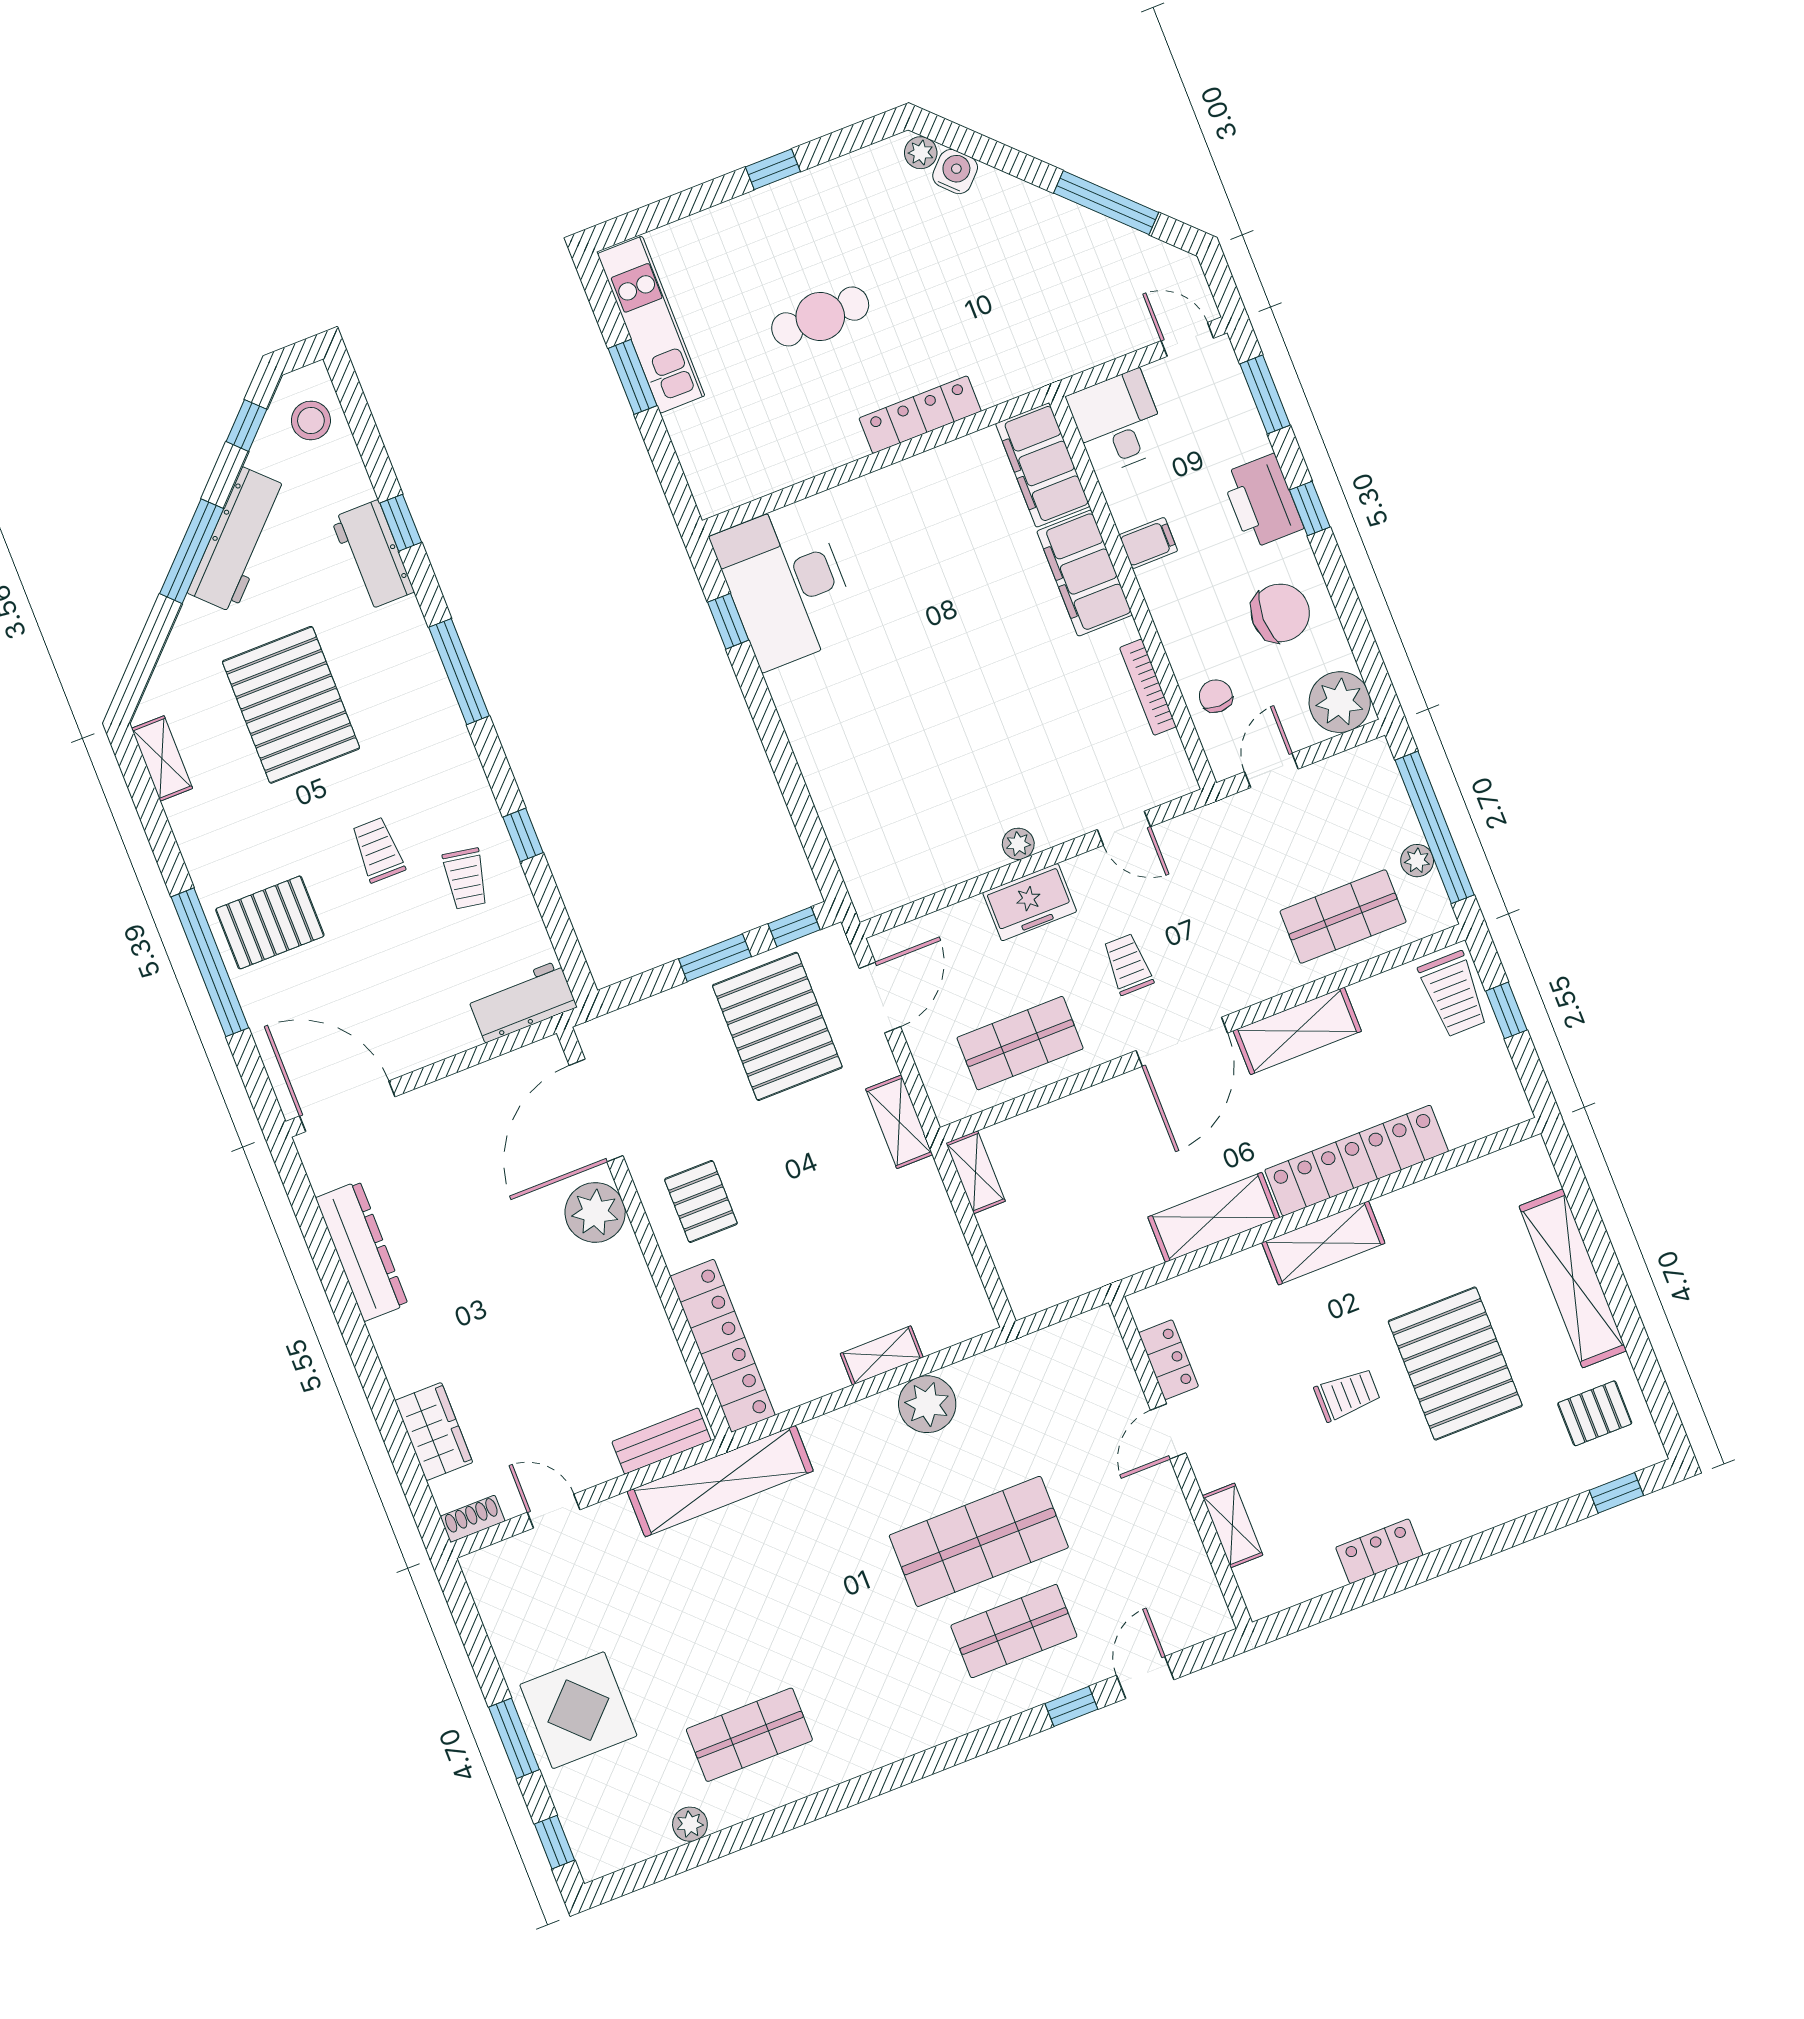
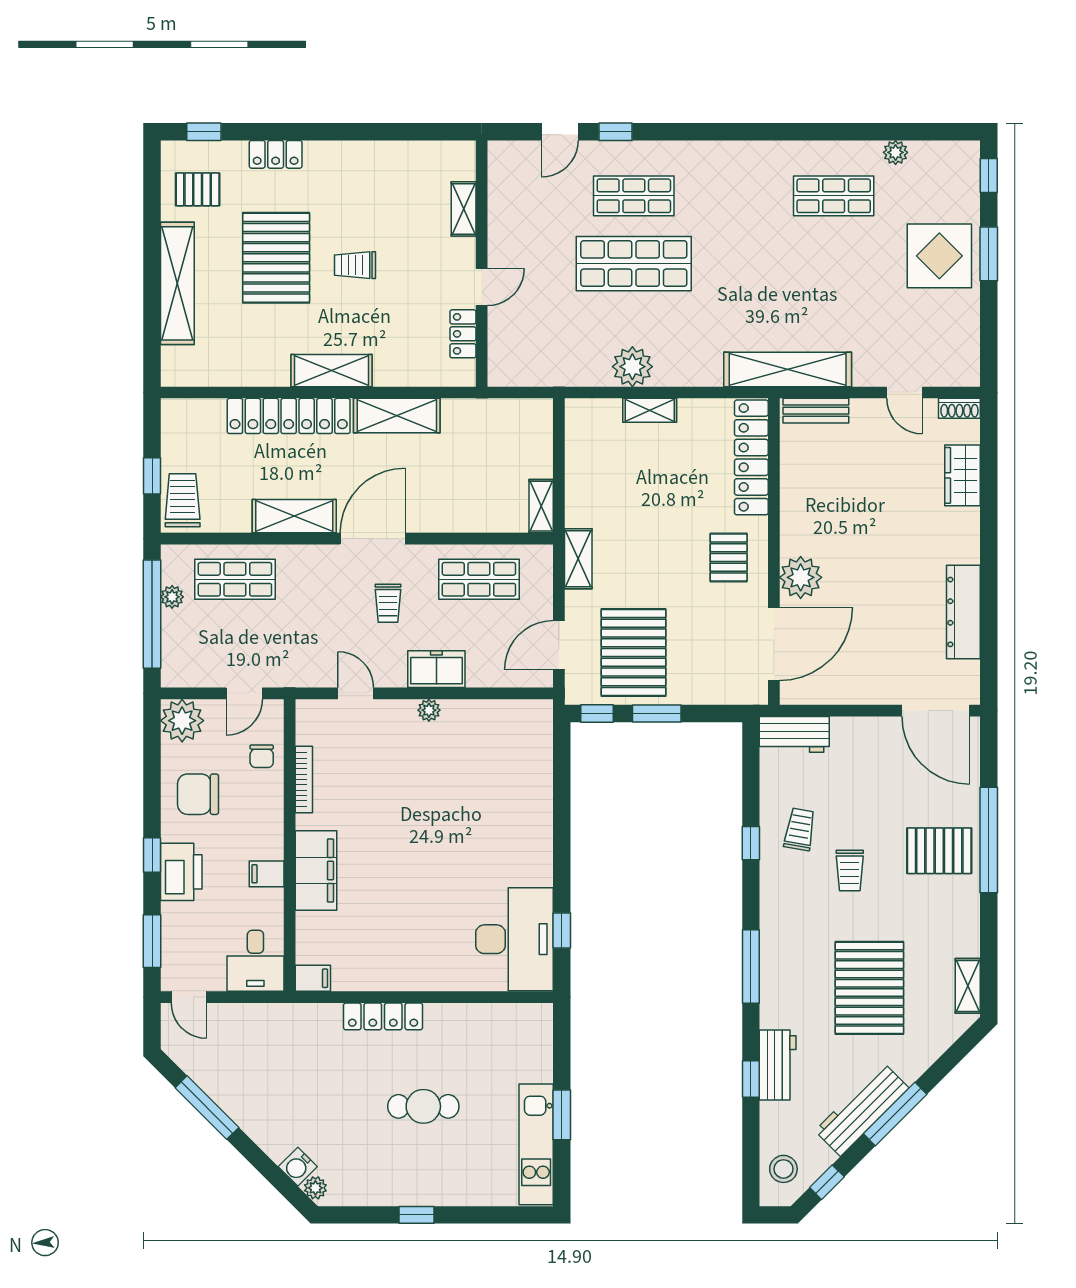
filing cabinet: (1043, 465) -> (313, 978), width x0.33, depth x0.86
locker: (1379, 1551) -> (276, 154), moved

